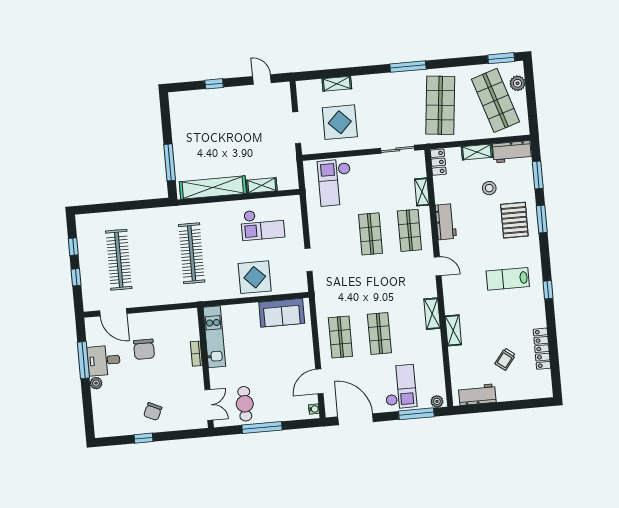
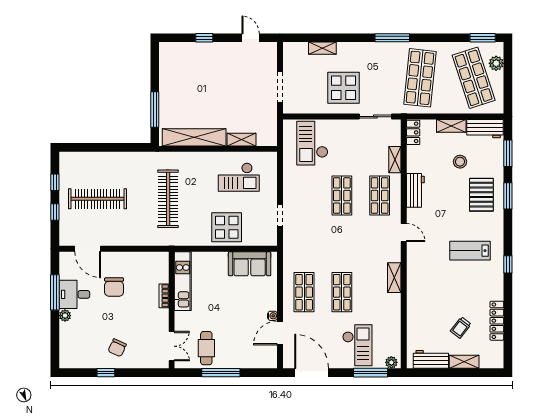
display table: (340, 122) -> (343, 88), moved
clothes rail: (119, 260) -> (97, 199), turned 90
shelving: (453, 330) -> (464, 362), moved, turned 90
water cooler: (314, 409) -> (272, 316), moved

